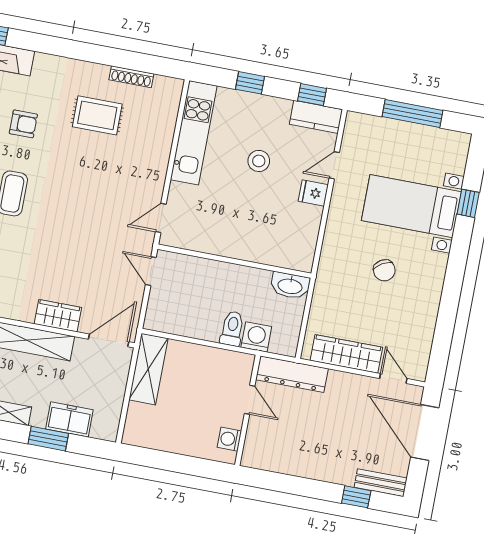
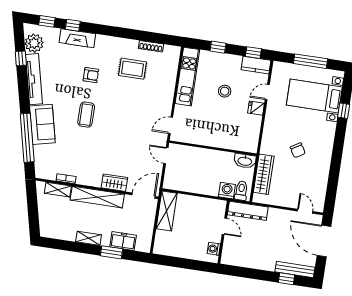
bed with nightstands: (411, 206) -> (314, 96), moved
toilet: (232, 329) -> (241, 191), moved
wardrobe: (346, 354) -> (264, 174), moved, turned 90
bench: (381, 483) -> (295, 270), width x1.36

